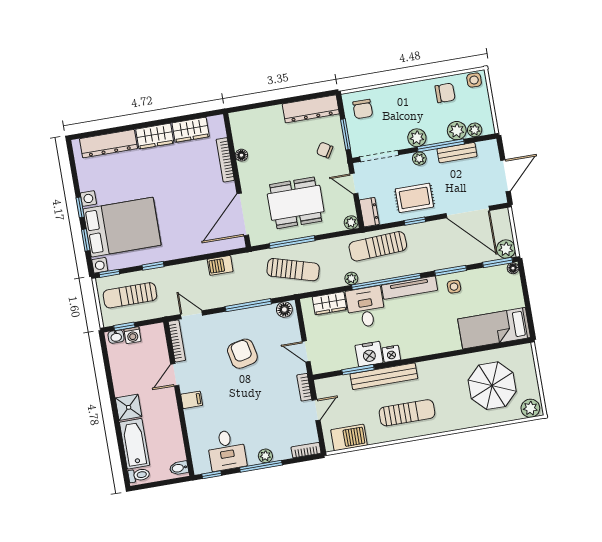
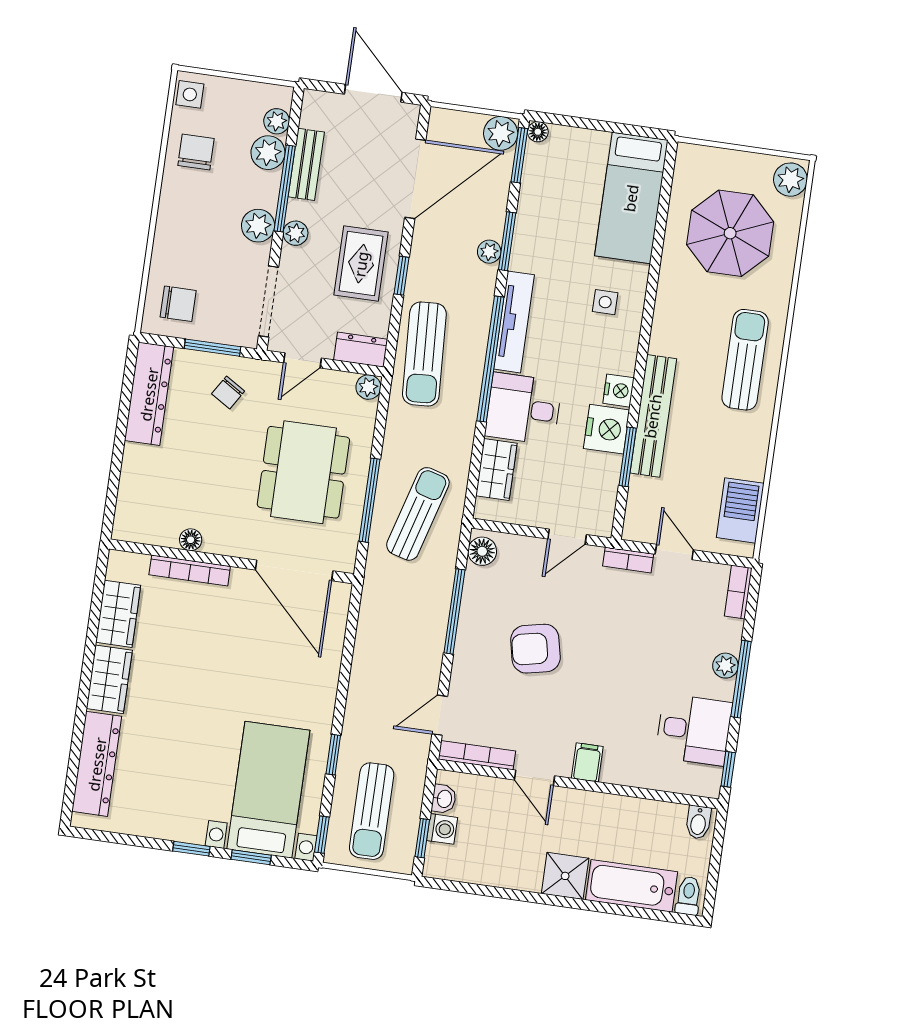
bed with nightstands: (122, 227) -> (268, 790), width x0.73
barbecue: (220, 265) -> (370, 638), removed
plant: (351, 278) -> (489, 252), moved
side table: (454, 287) -> (605, 302), moved
washbasin: (116, 337) -> (444, 799), moved
sun lounger: (407, 413) -> (745, 360), moved

